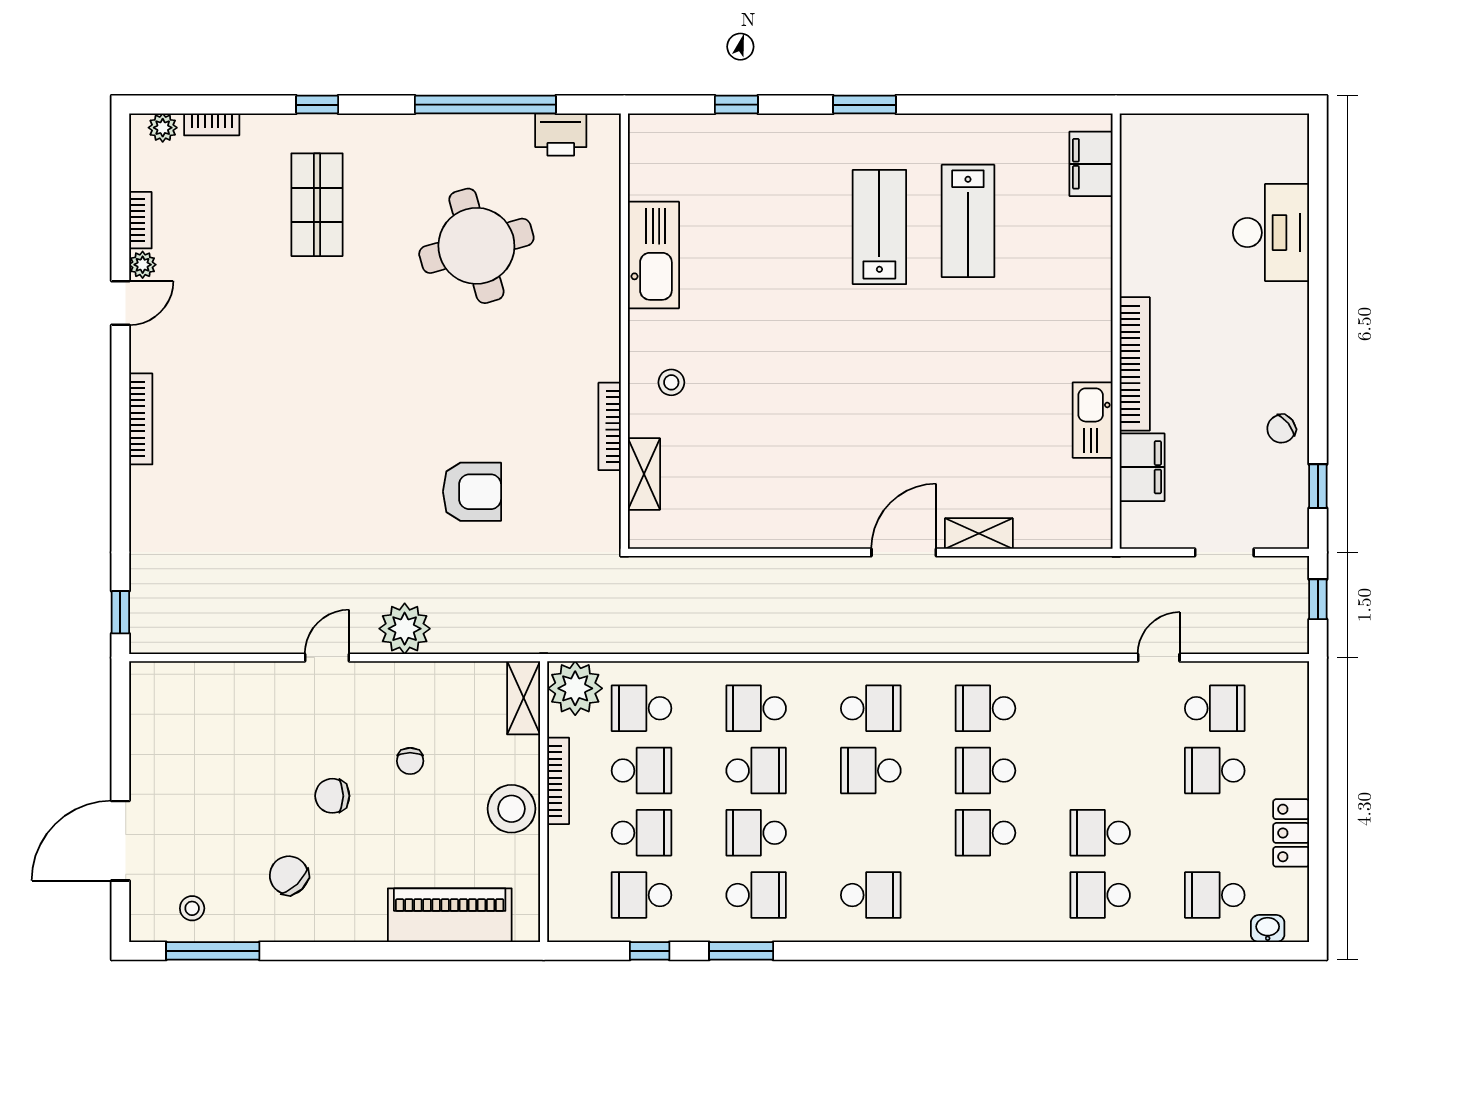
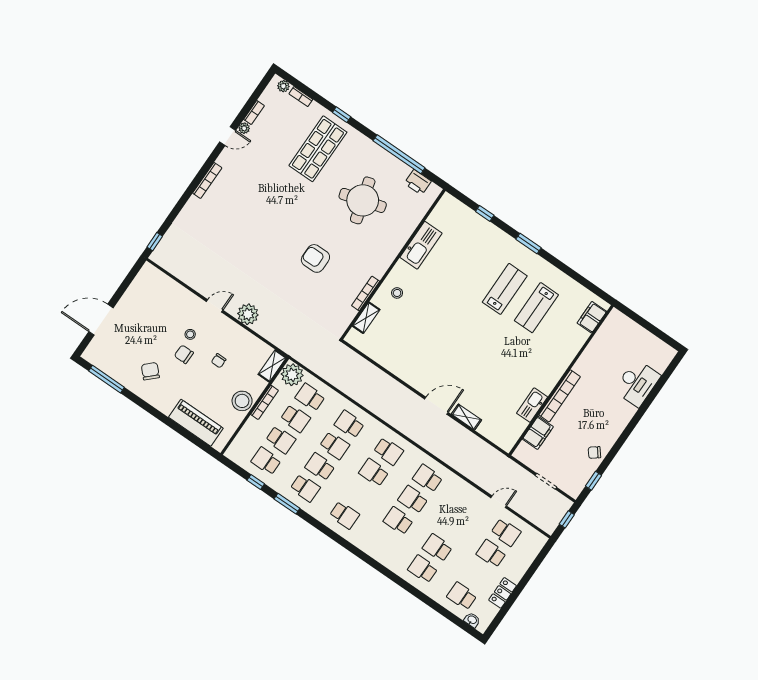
shop shelf: (317, 205) -> (318, 149), width x1.43, depth x1.36
armchair: (472, 492) -> (315, 258), moved, turned 180
stool: (192, 908) -> (190, 334), moved

